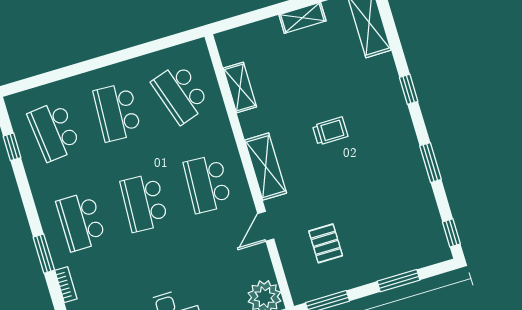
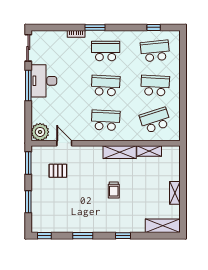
shelving: (266, 167) -> (120, 152), moved
door: (266, 226) -> (64, 143), moved

